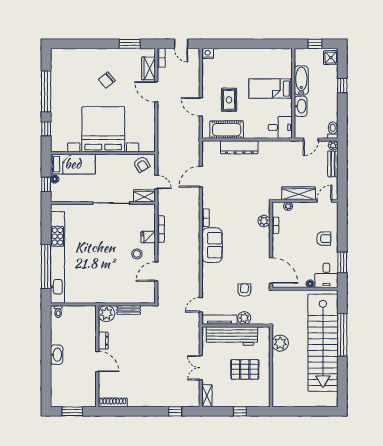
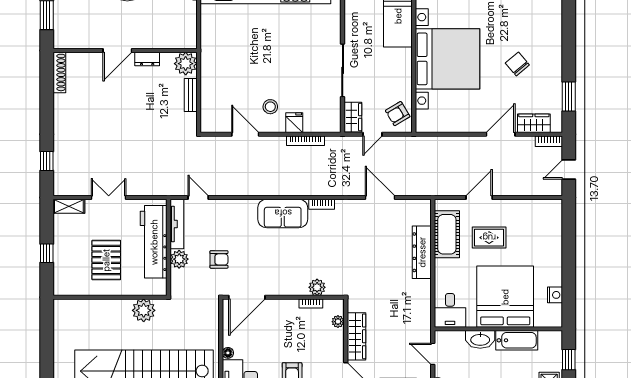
nightstand: (208, 54) -> (555, 295), moved
bed: (271, 89) -> (505, 297), width x2.04

